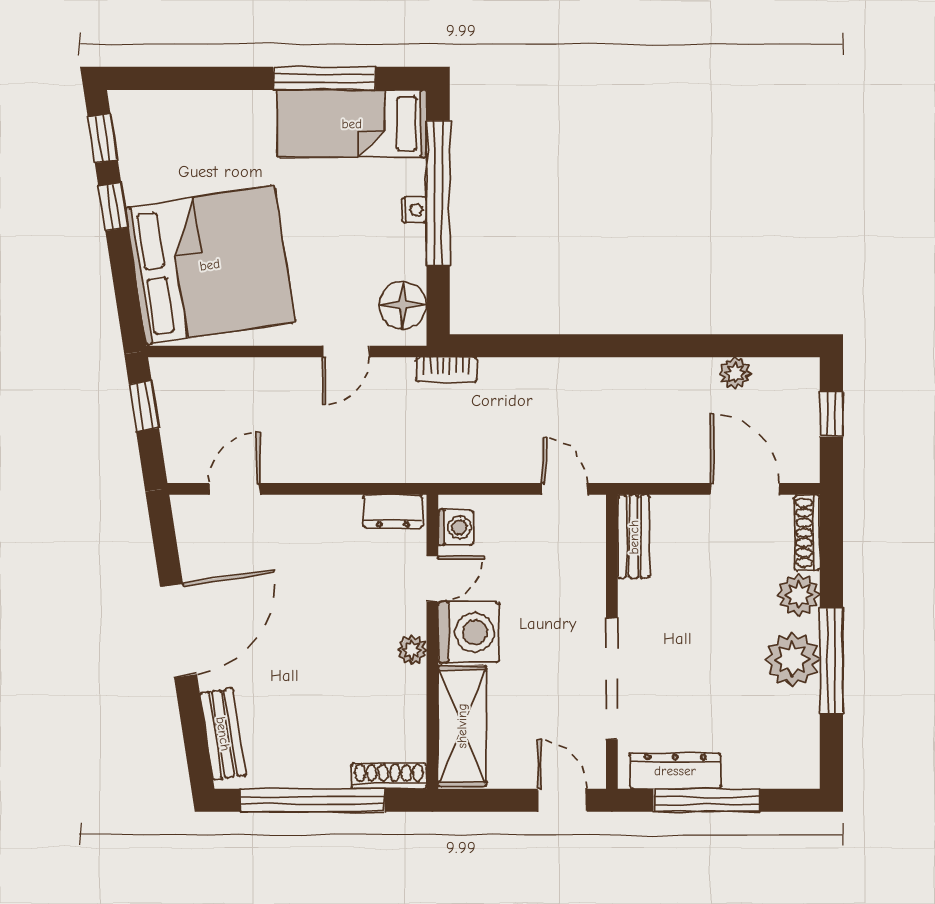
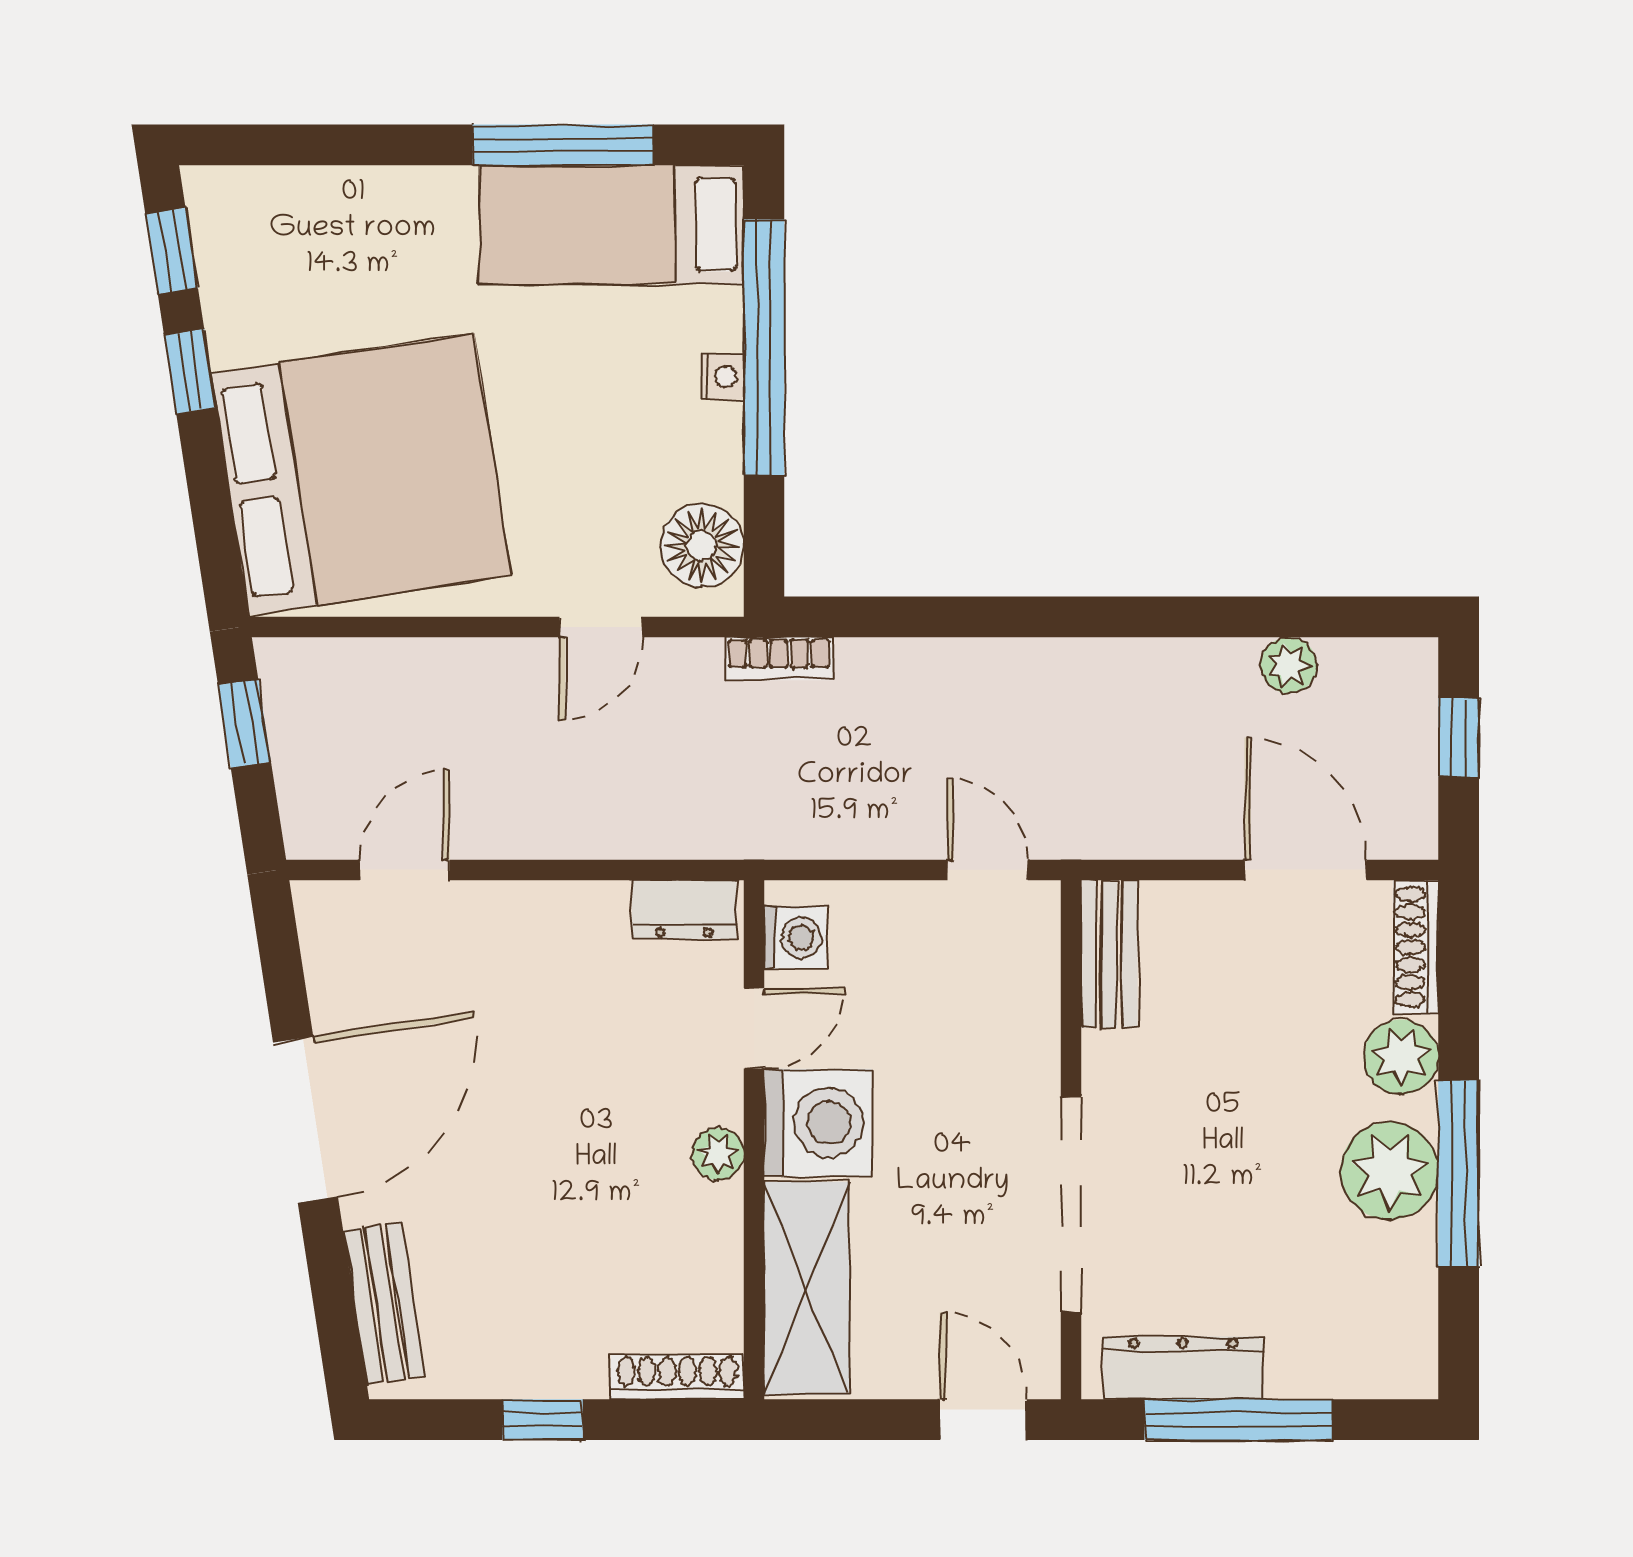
window: (313, 800) -> (542, 1420), width x0.32

